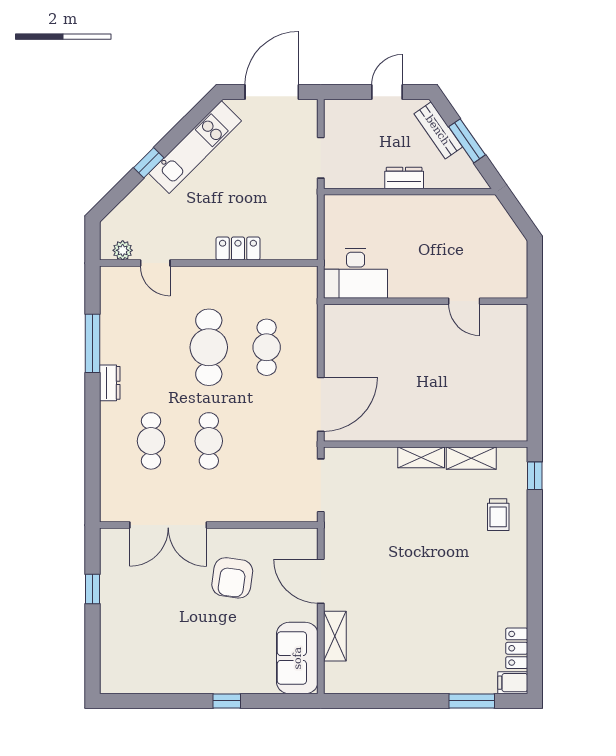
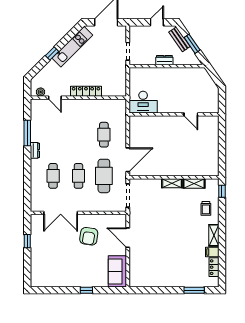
locker: (238, 249) -> (86, 91), width x1.53
cafe table: (209, 347) -> (104, 176), moved
shelving: (335, 636) -> (214, 235), moved
filing cabinet: (513, 683) -> (212, 252), moved

